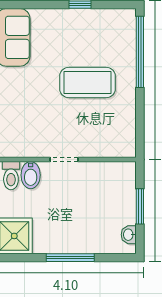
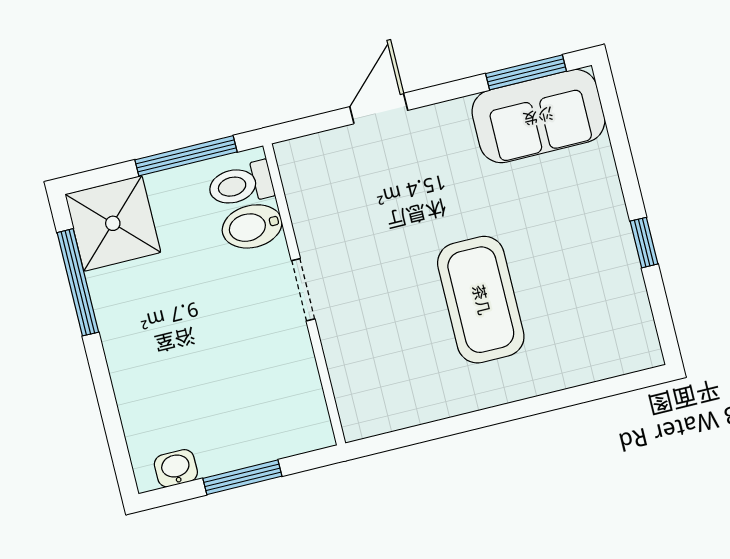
window: (140, 52) -> (574, 396), removed
window: (70, 258) -> (78, 282), moved

